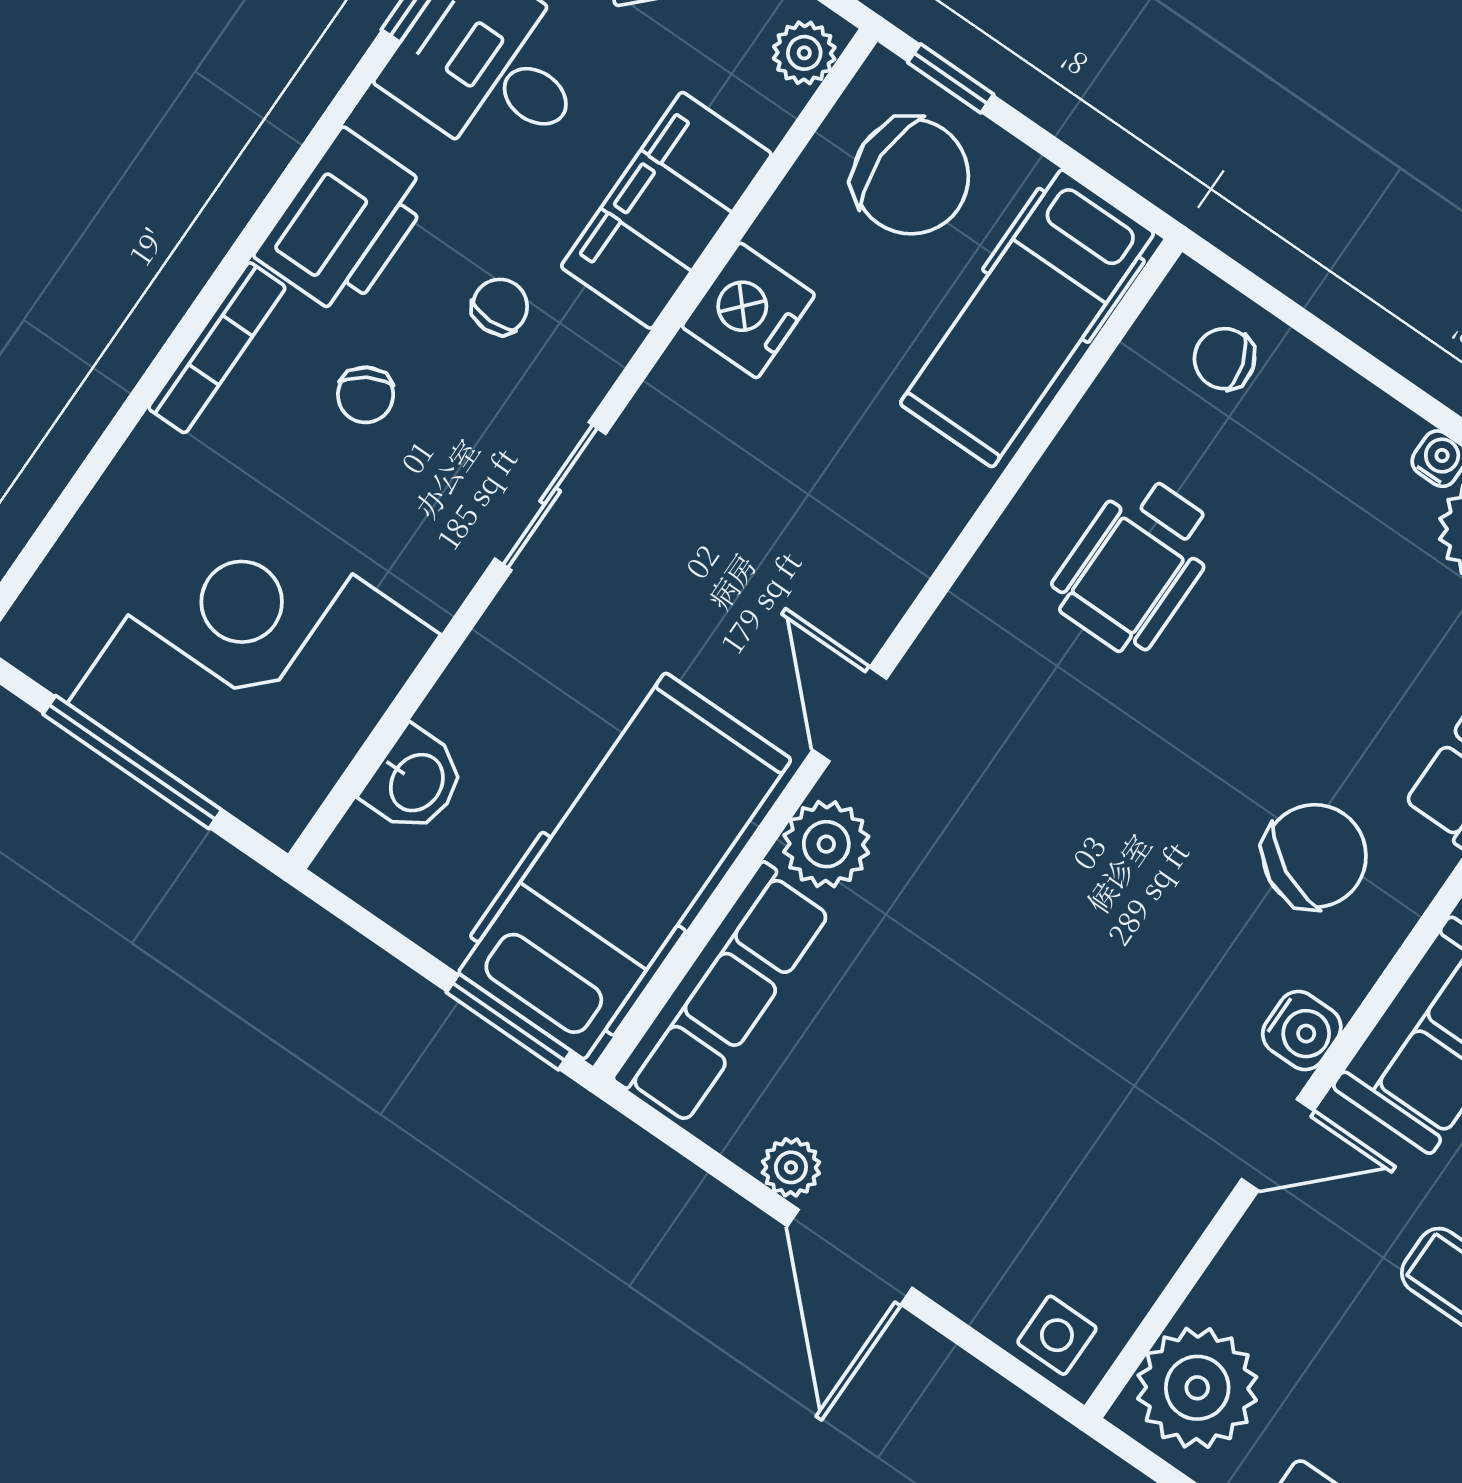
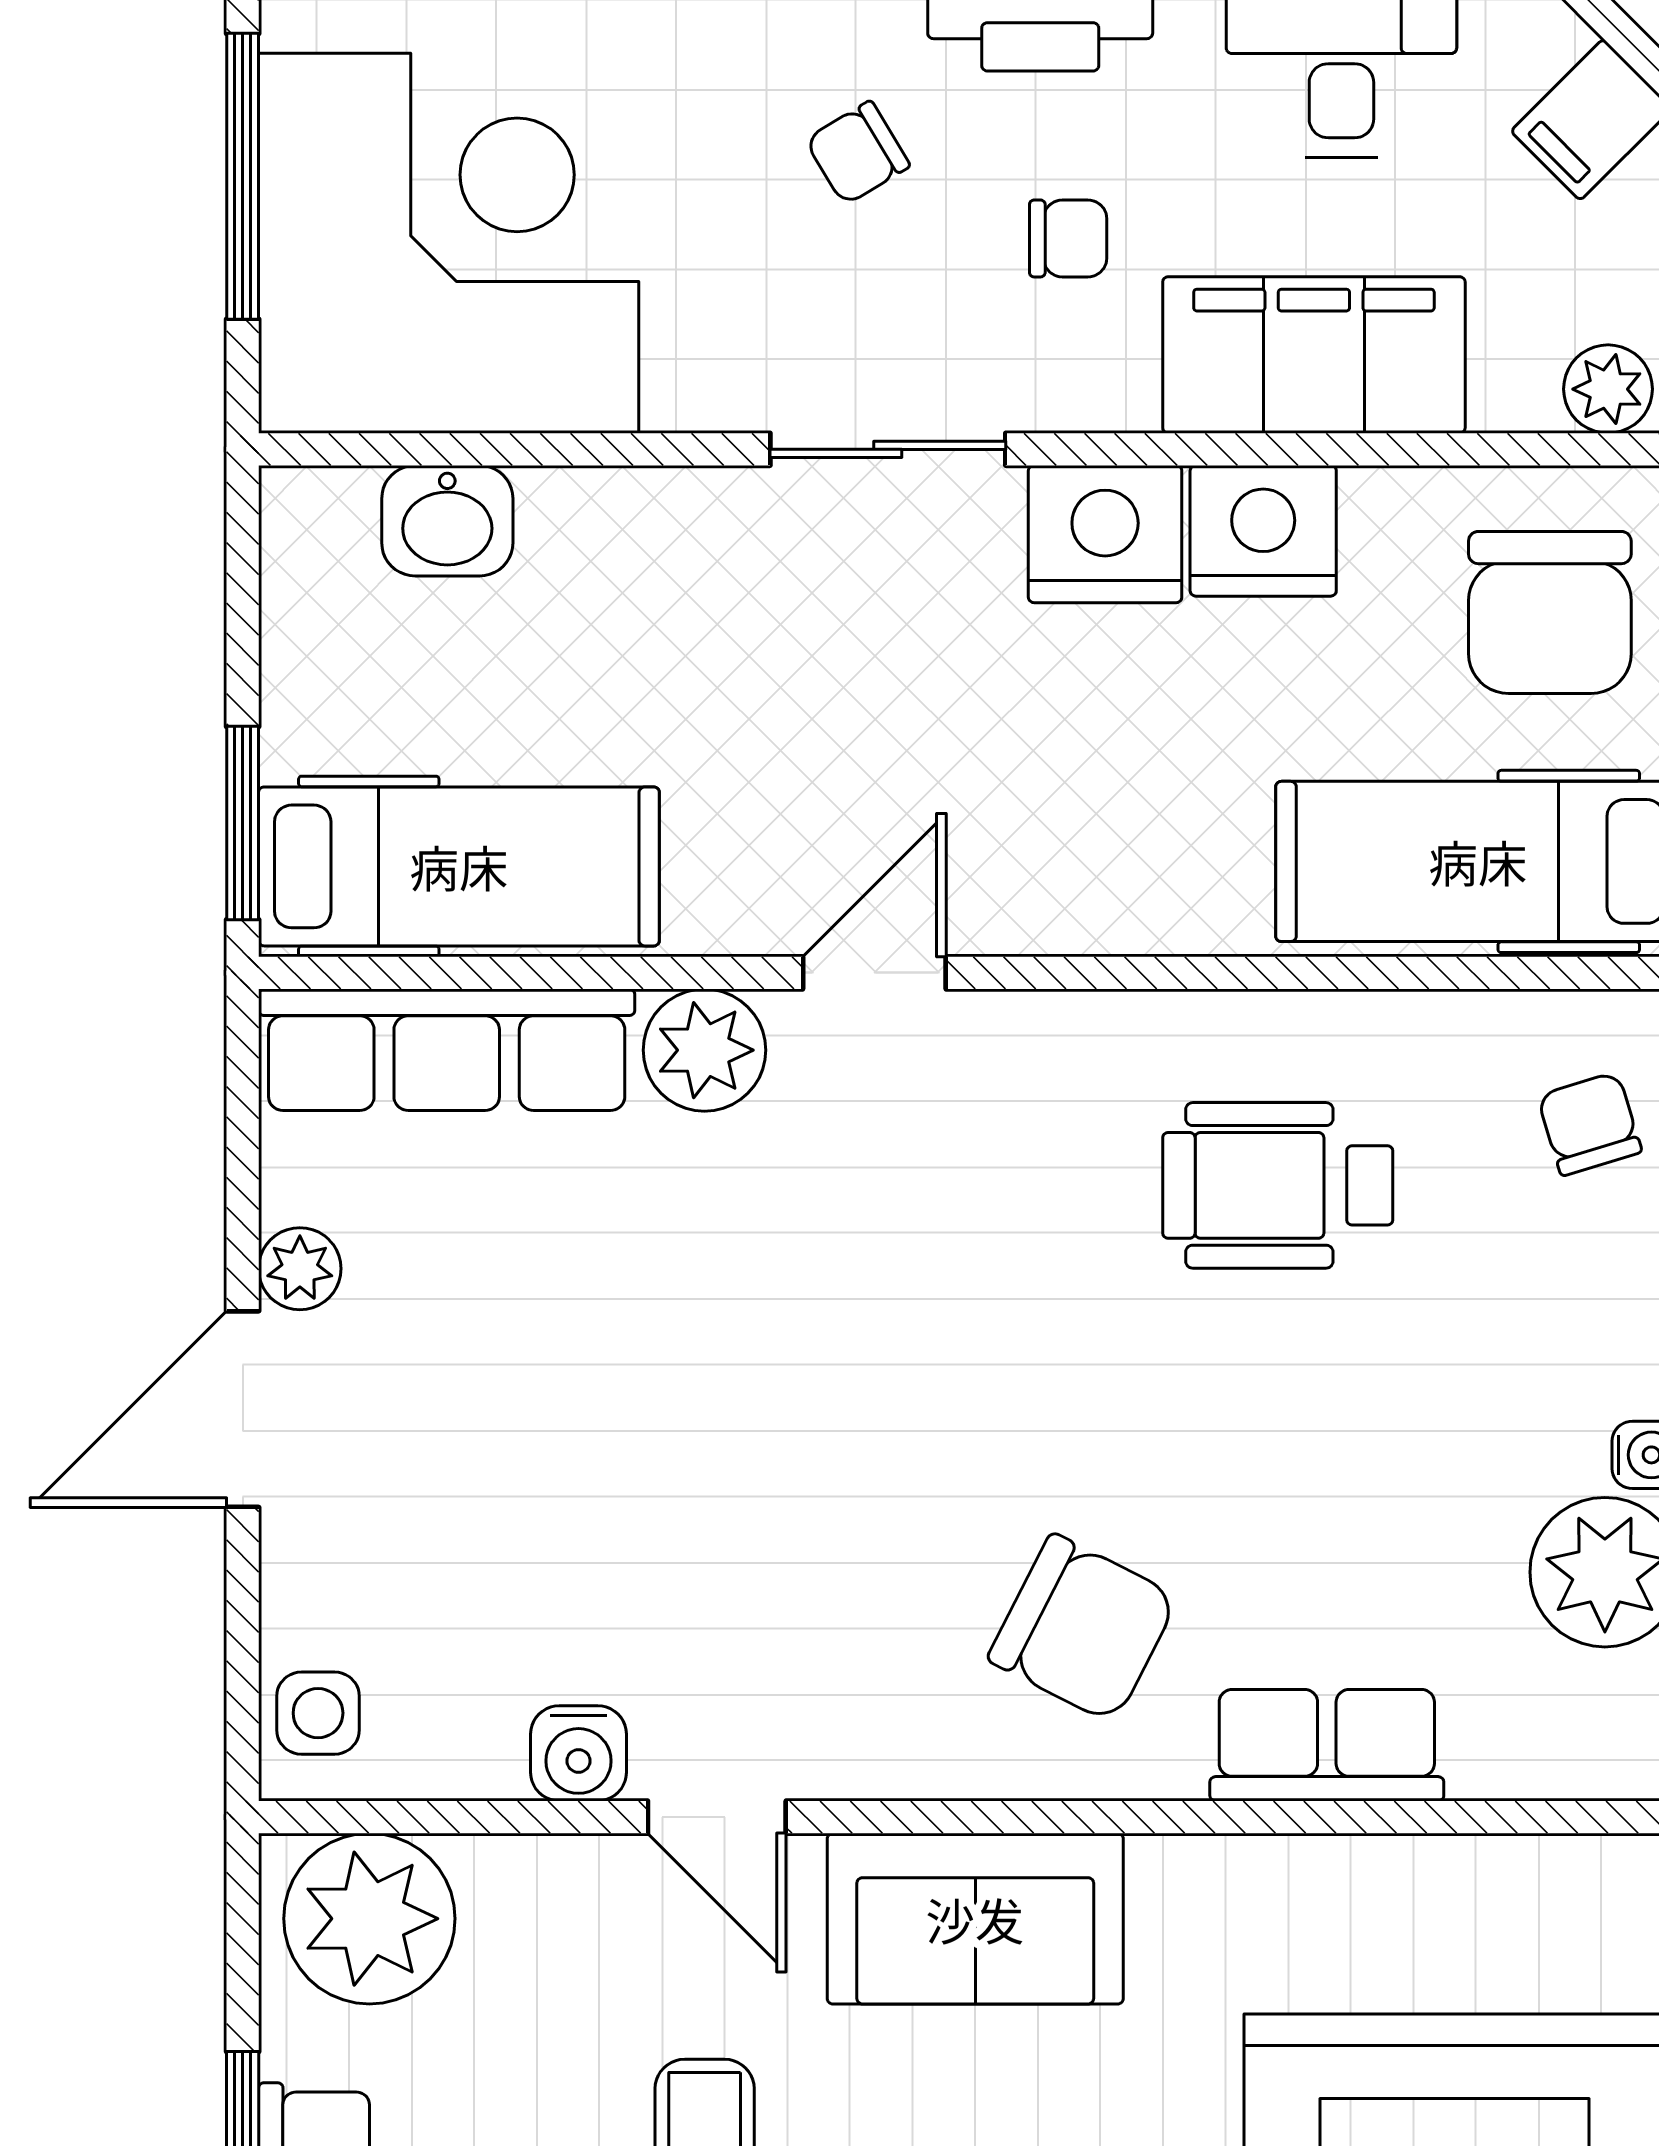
nightstand: (687, 404) -> (1105, 534), added
hospital bed: (625, 866) -> (459, 866), width x0.73, depth x0.78
water cooler: (1302, 1030) -> (579, 1753), moved

